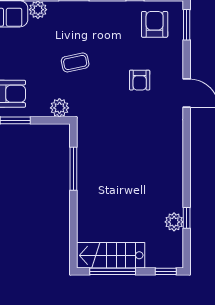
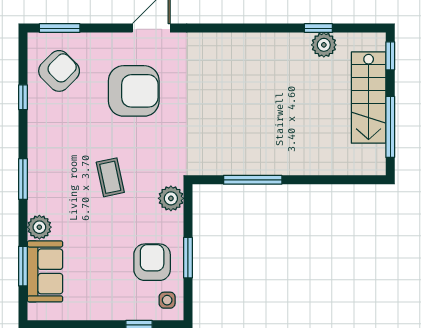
armchair: (155, 24) -> (59, 71), turned 135
armchair: (140, 80) -> (134, 91), width x1.88, depth x1.88
stairs: (111, 255) -> (369, 98), moved

